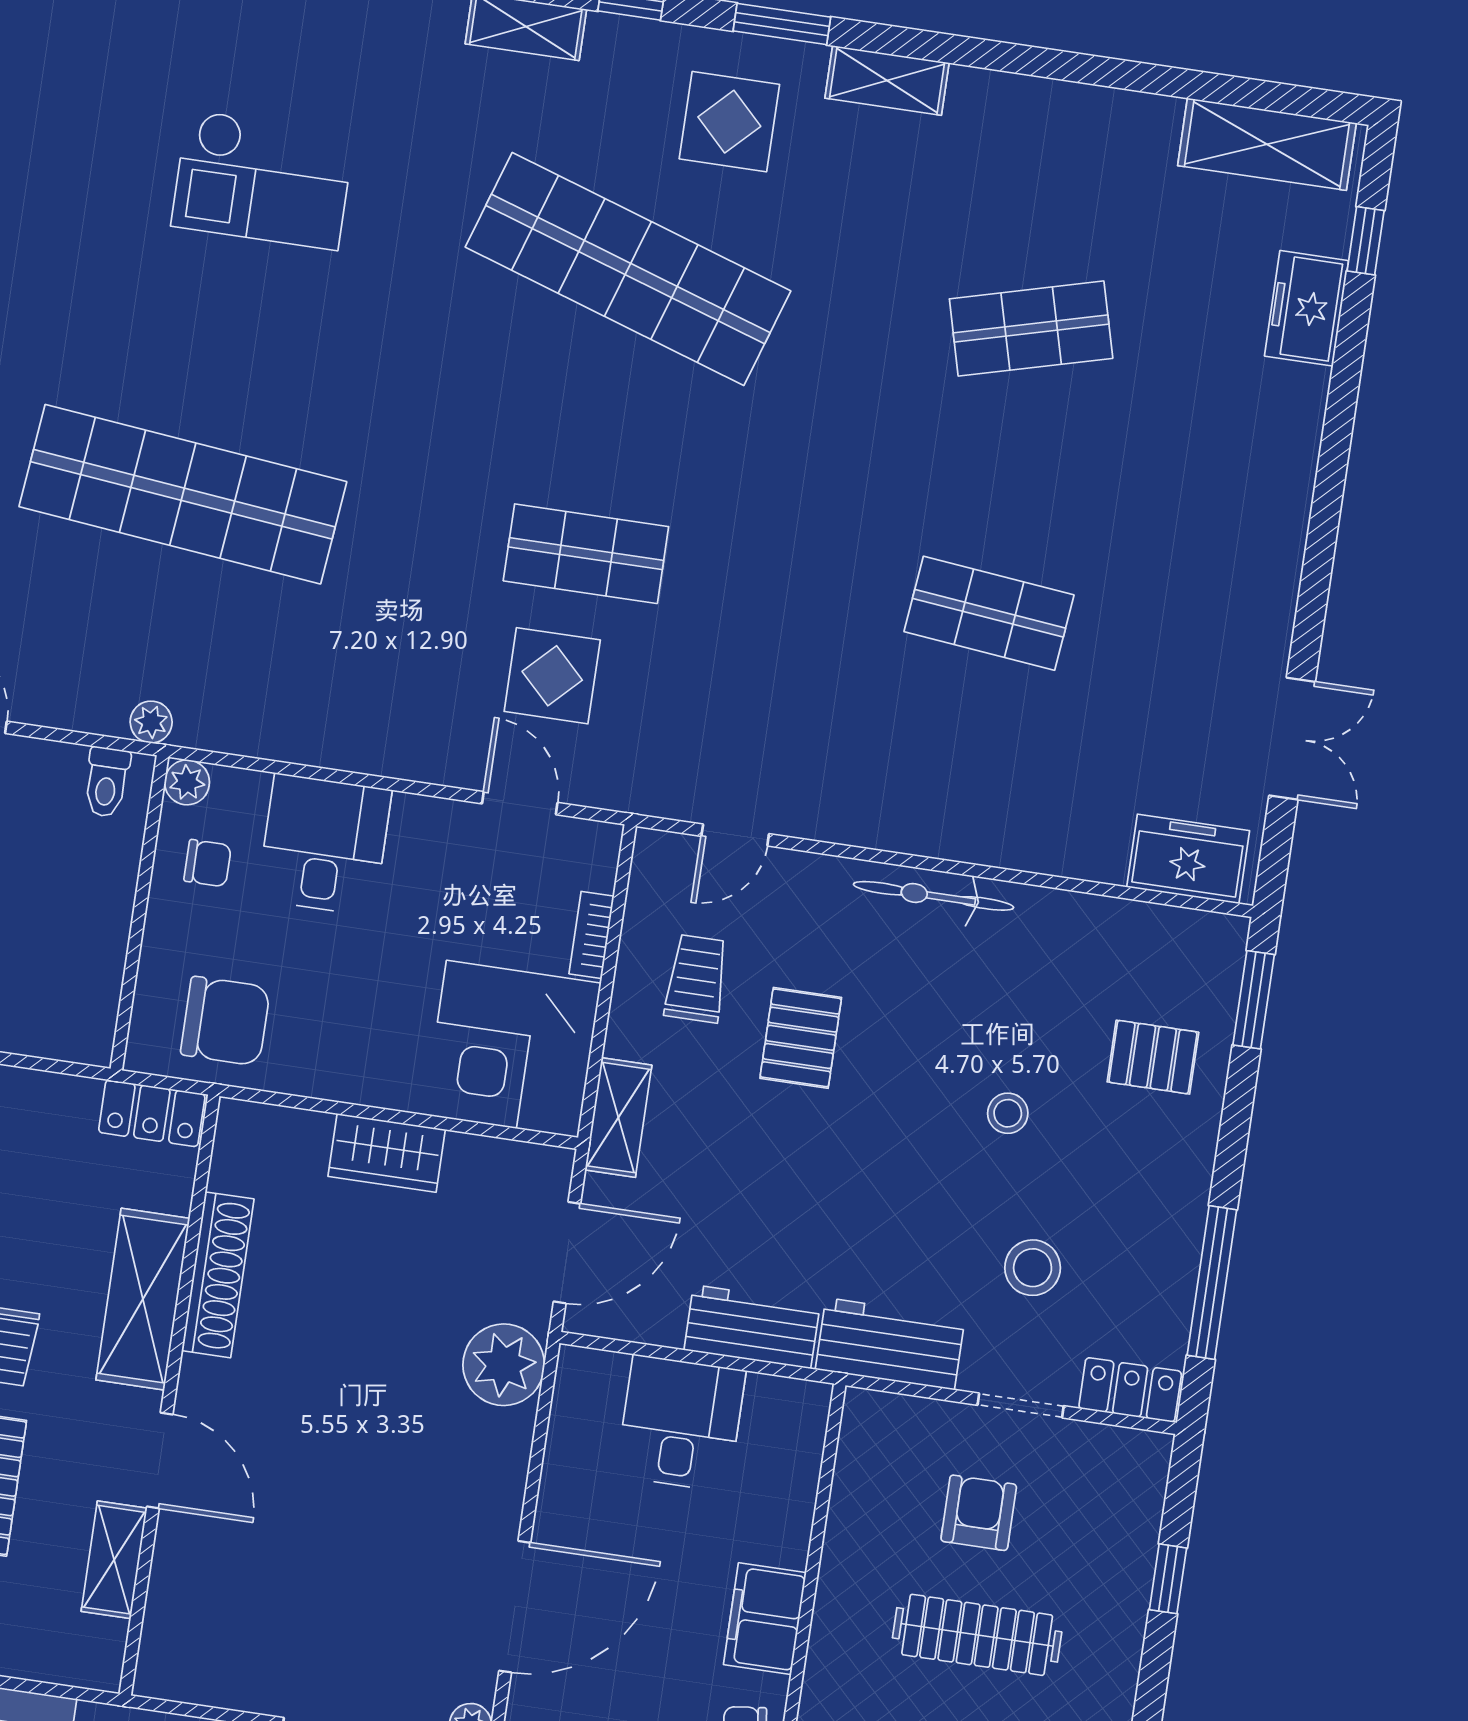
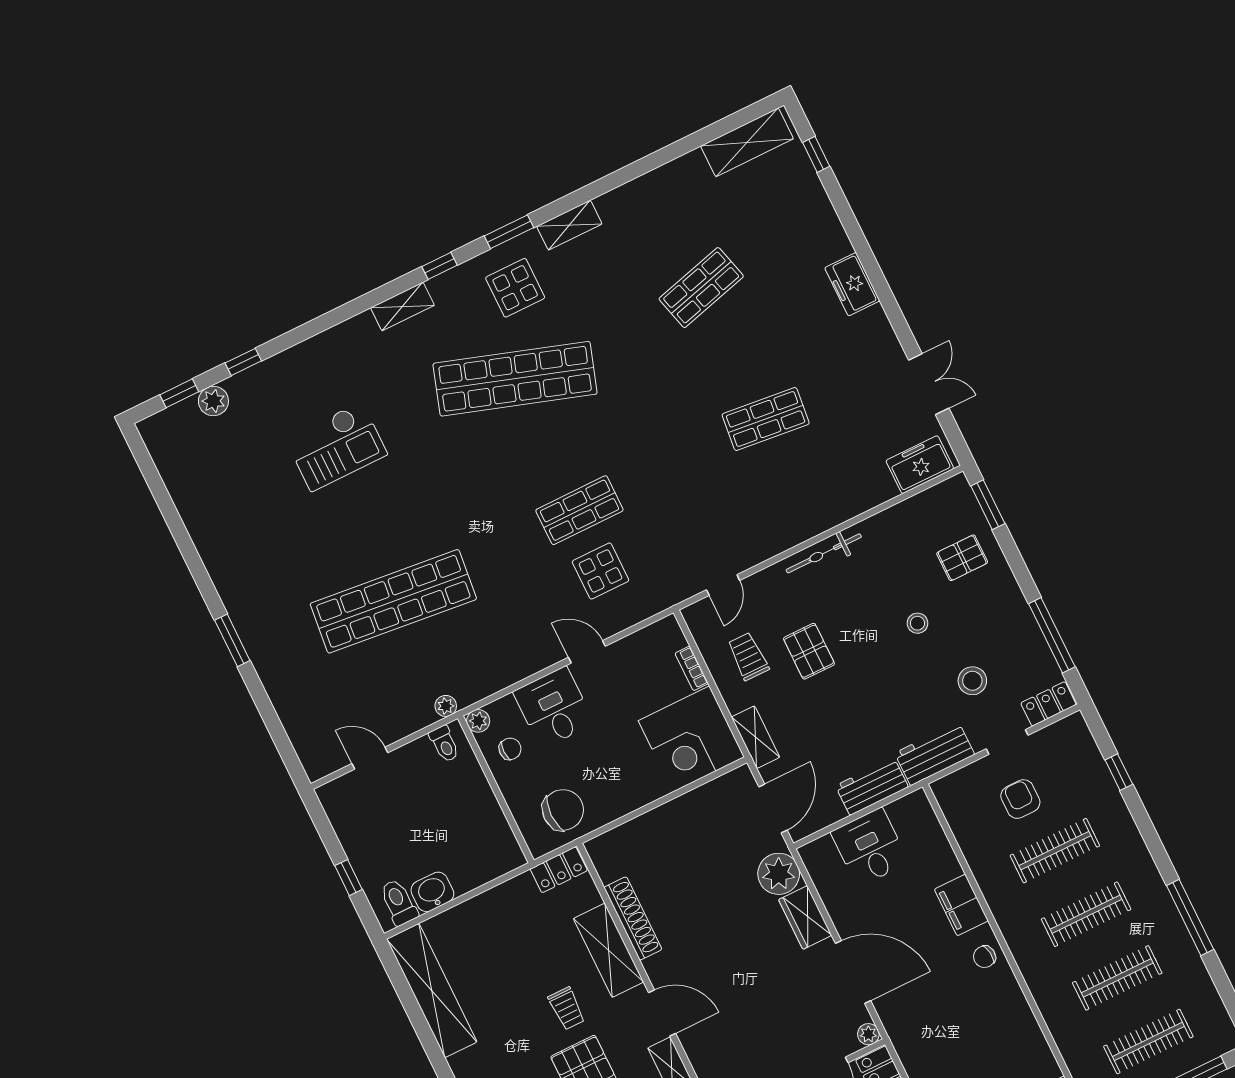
freezer: (1307, 308) -> (852, 284), moved
door: (520, 803) -> (587, 652), moved
wardrobe: (387, 1153) -> (805, 917), moved, turned 90
door: (515, 1607) -> (853, 972), hinge flipped

